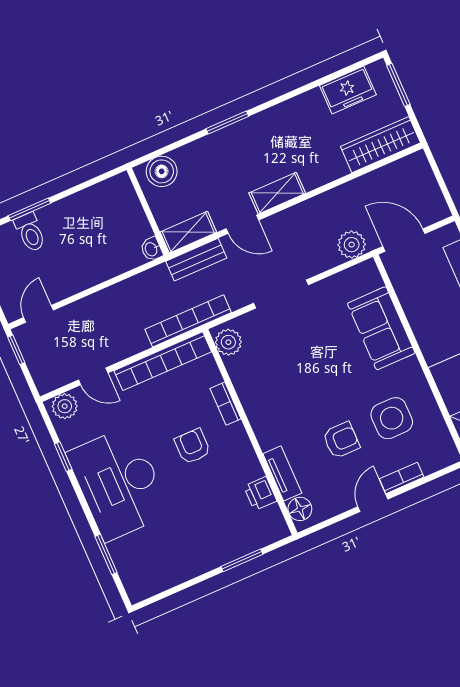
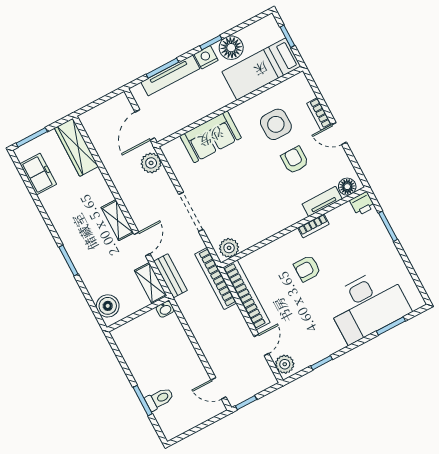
bookcase: (226, 404) -> (313, 226), moved
desk: (119, 483) -> (368, 305), moved
printer: (260, 494) -> (362, 204), moved

